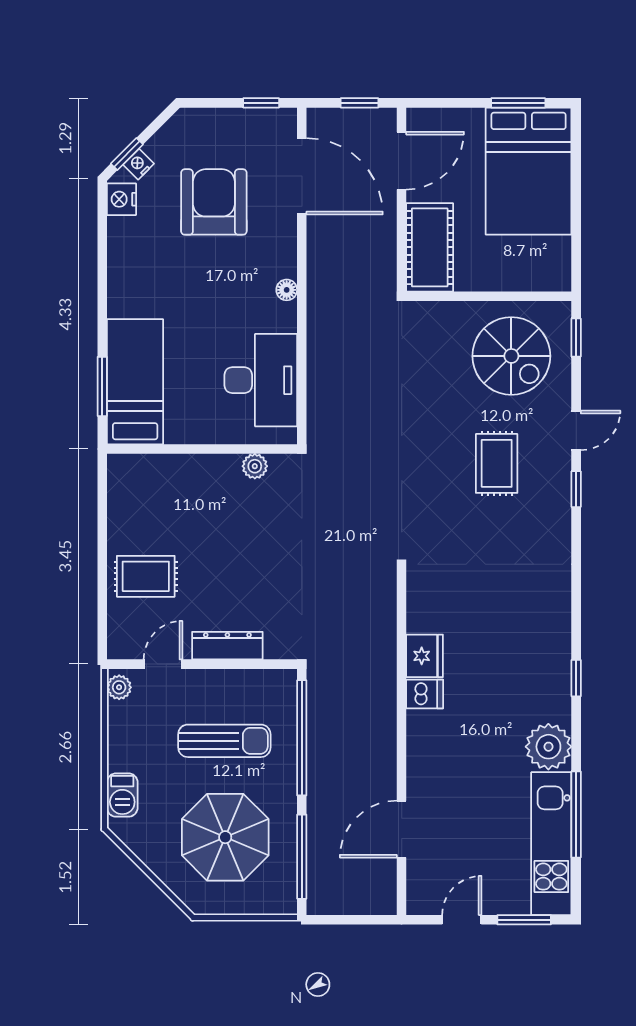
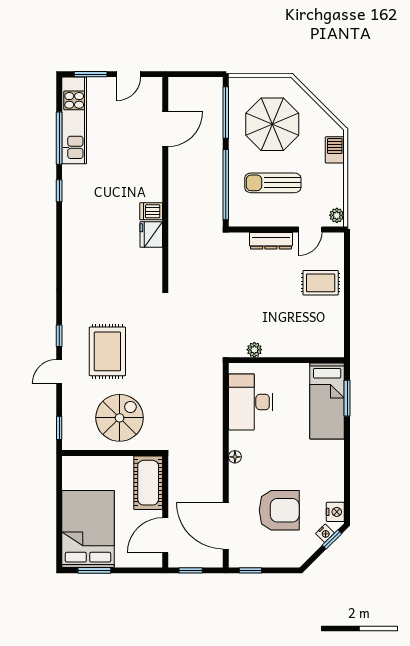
armchair: (214, 202) -> (279, 510), turned -90
spiral stairs: (511, 356) -> (120, 418), moved, turned 90
rug: (497, 463) -> (107, 351), width x1.36, depth x1.43
window: (576, 678) -> (59, 191), moved
plant: (548, 747) -> (76, 179), removed

